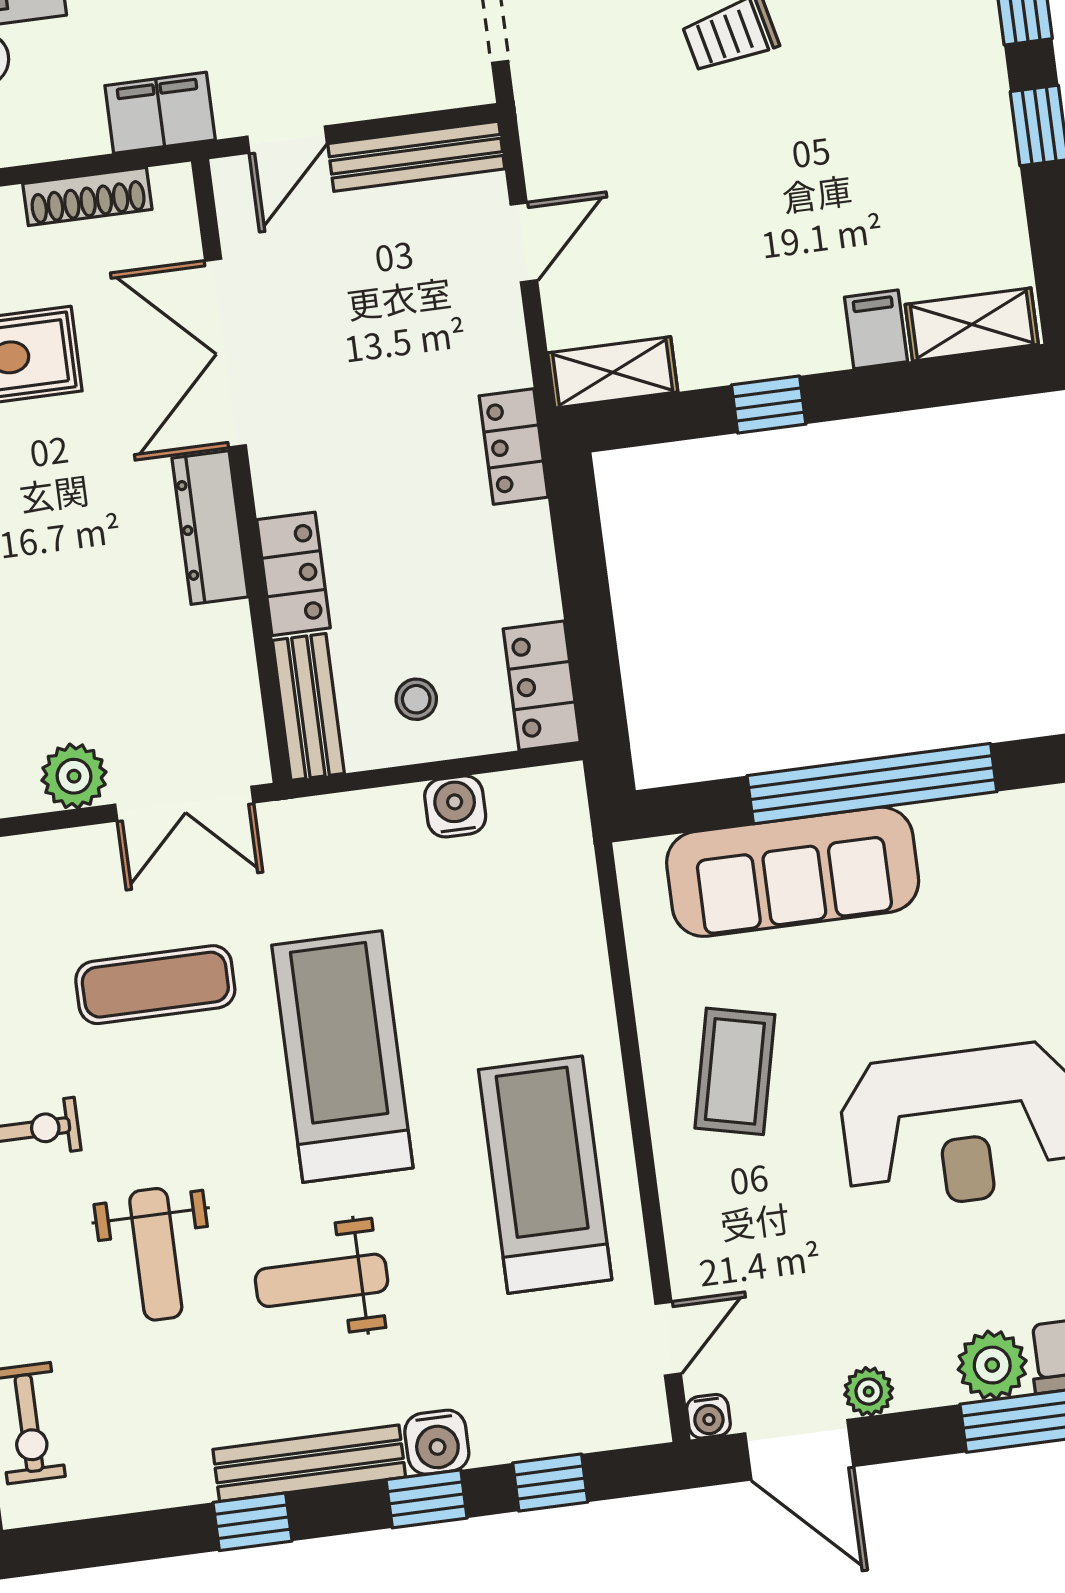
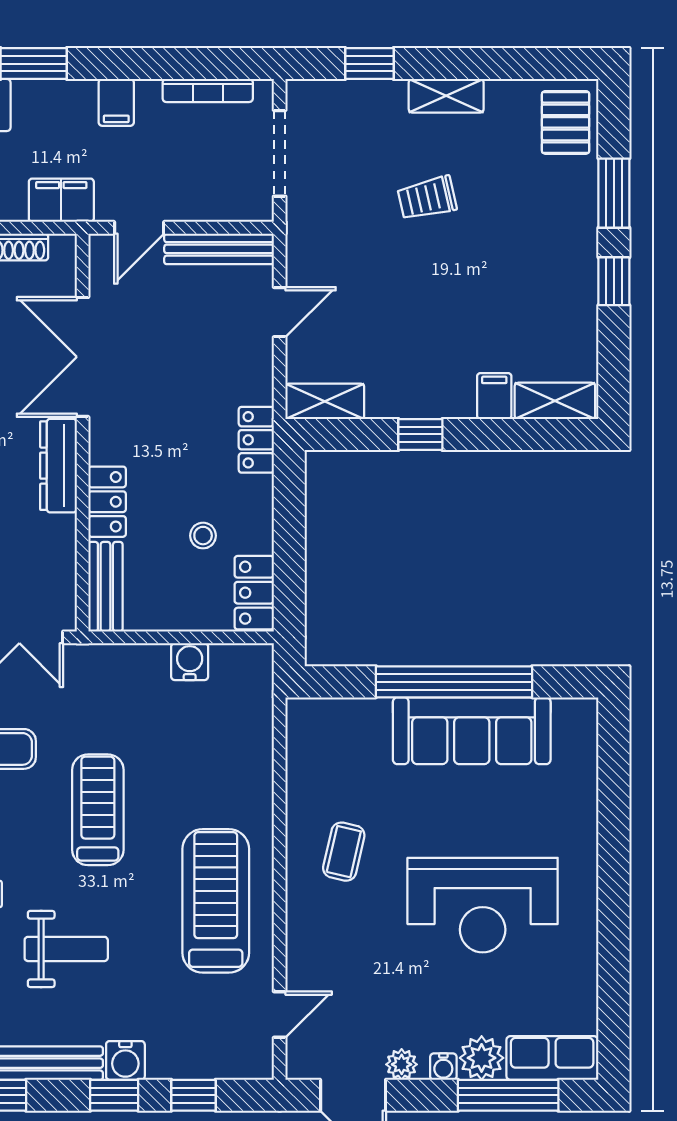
stool: (416, 699) -> (203, 536), moved
sofa: (793, 872) -> (472, 731), moved
treadmill: (342, 1057) -> (98, 810), width x0.73, depth x0.73
coffee table: (735, 1071) -> (344, 852), width x0.73, depth x0.77
weight bench: (322, 1280) -> (66, 949), turned 180
water cooler: (708, 1416) -> (443, 1067), moved

